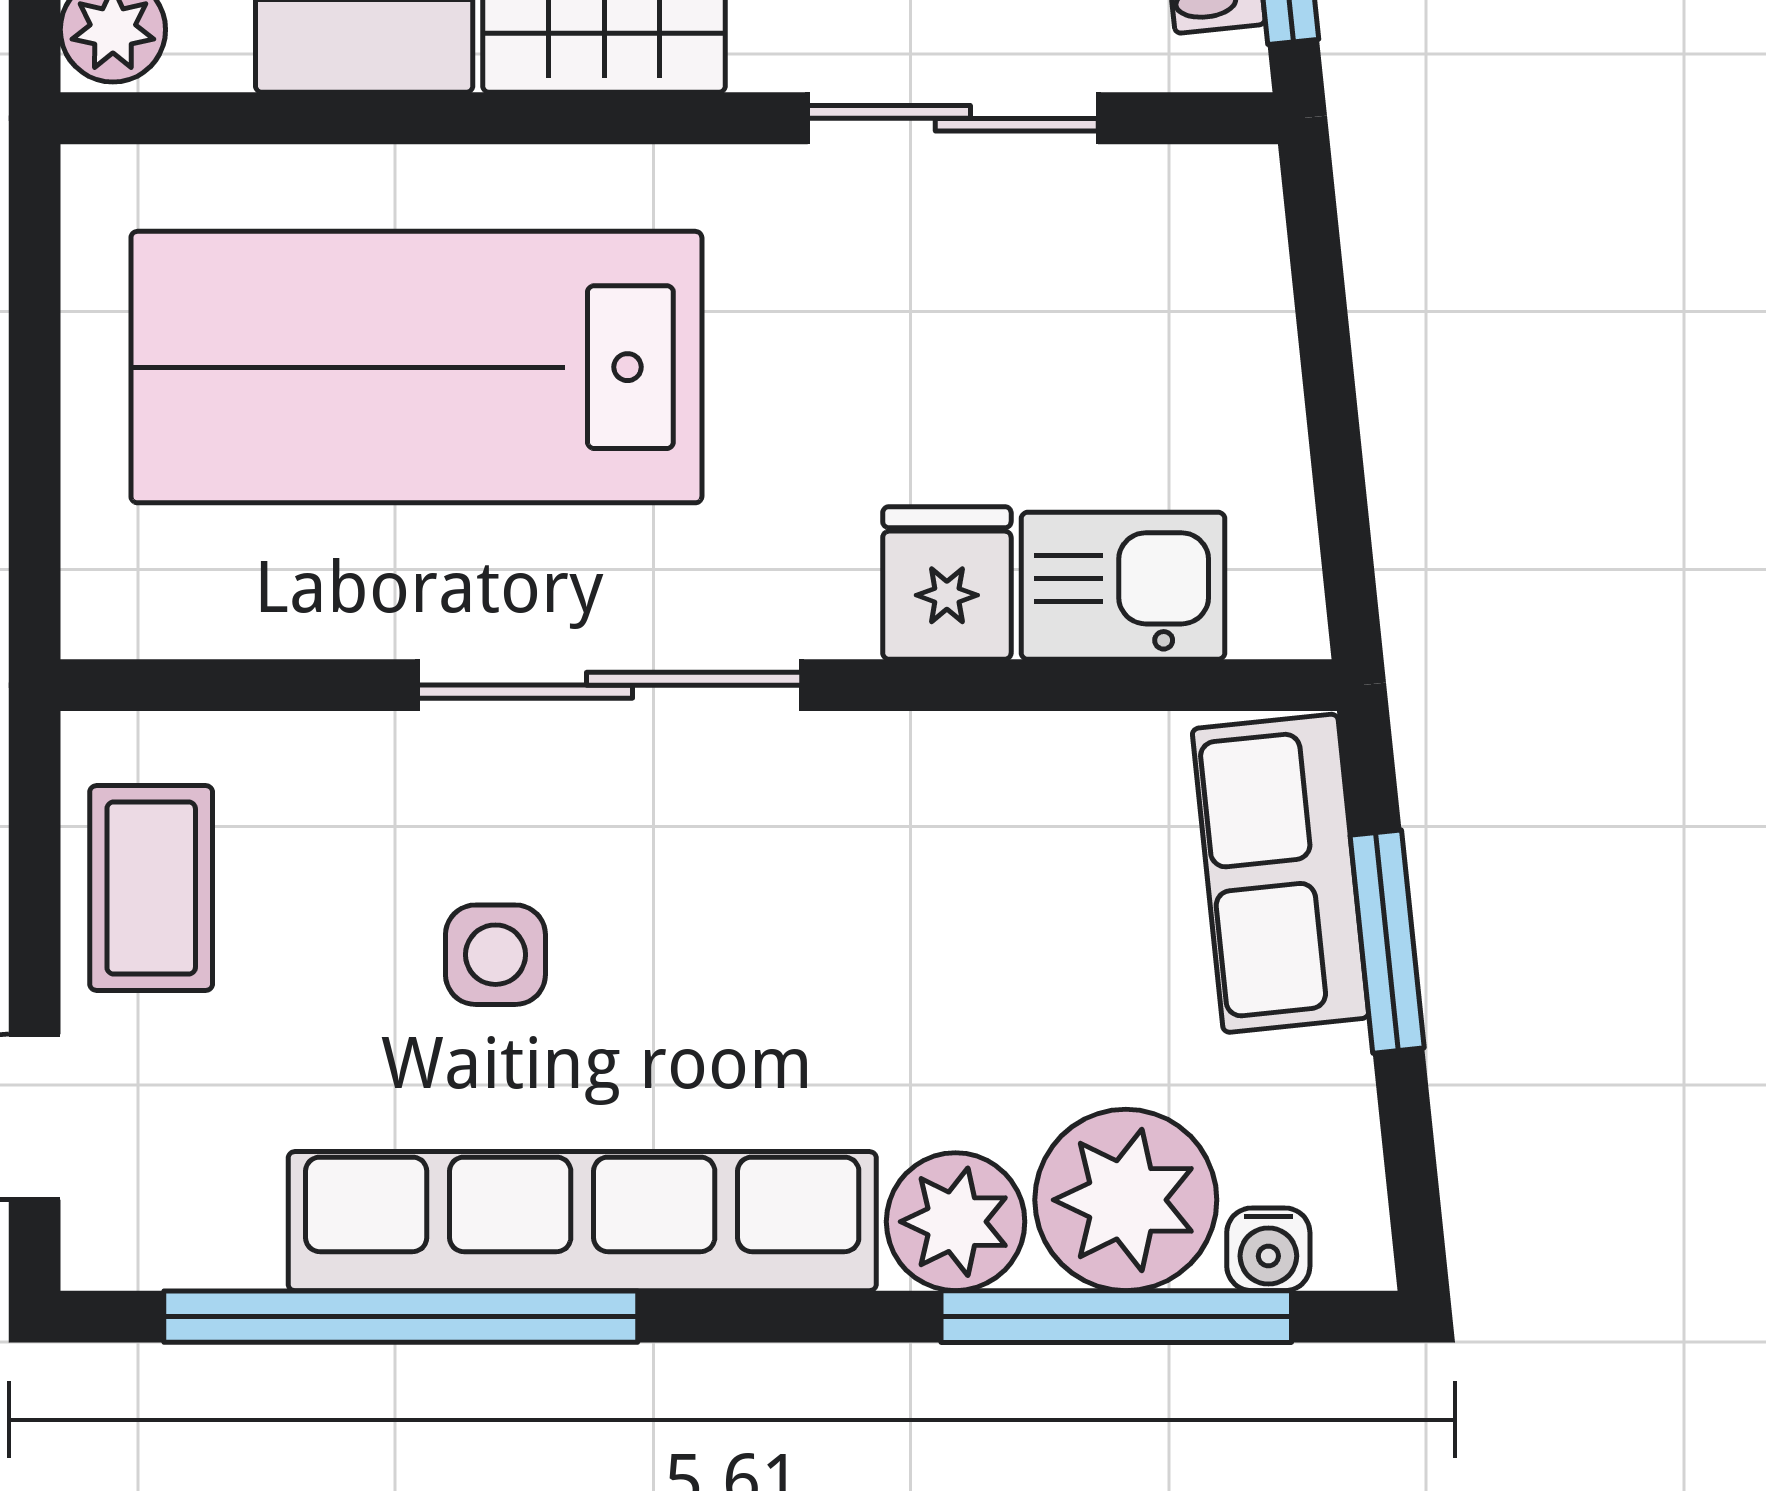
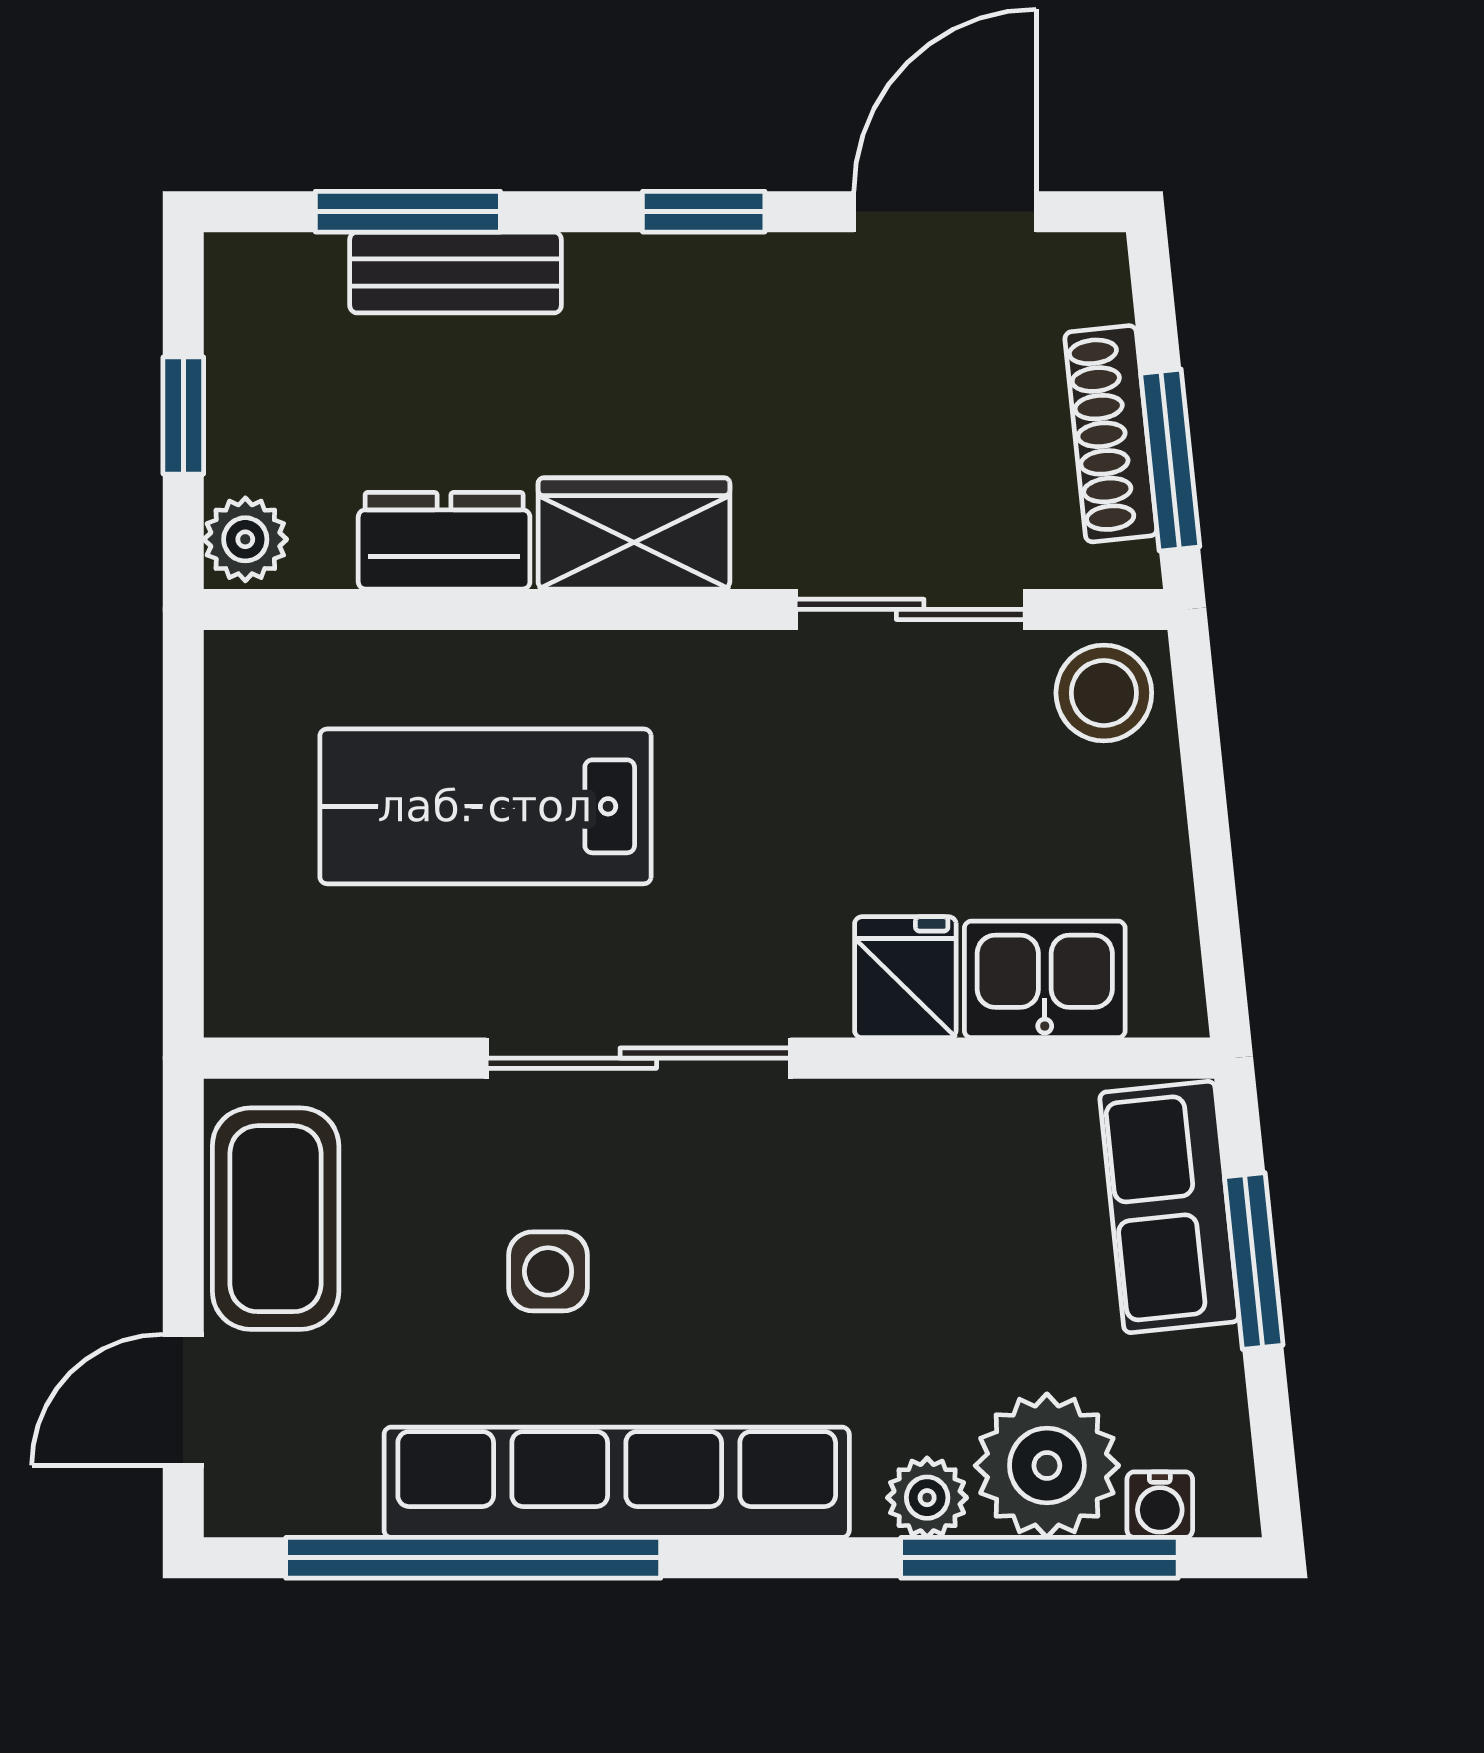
stool: (1198, 224) -> (1104, 693), added
lab bench: (416, 367) -> (485, 806), width x0.73, depth x0.72
coffee table: (151, 888) -> (276, 1219), width x1.36, depth x1.30
plant: (956, 1222) -> (927, 1498), width x0.73, depth x0.73

